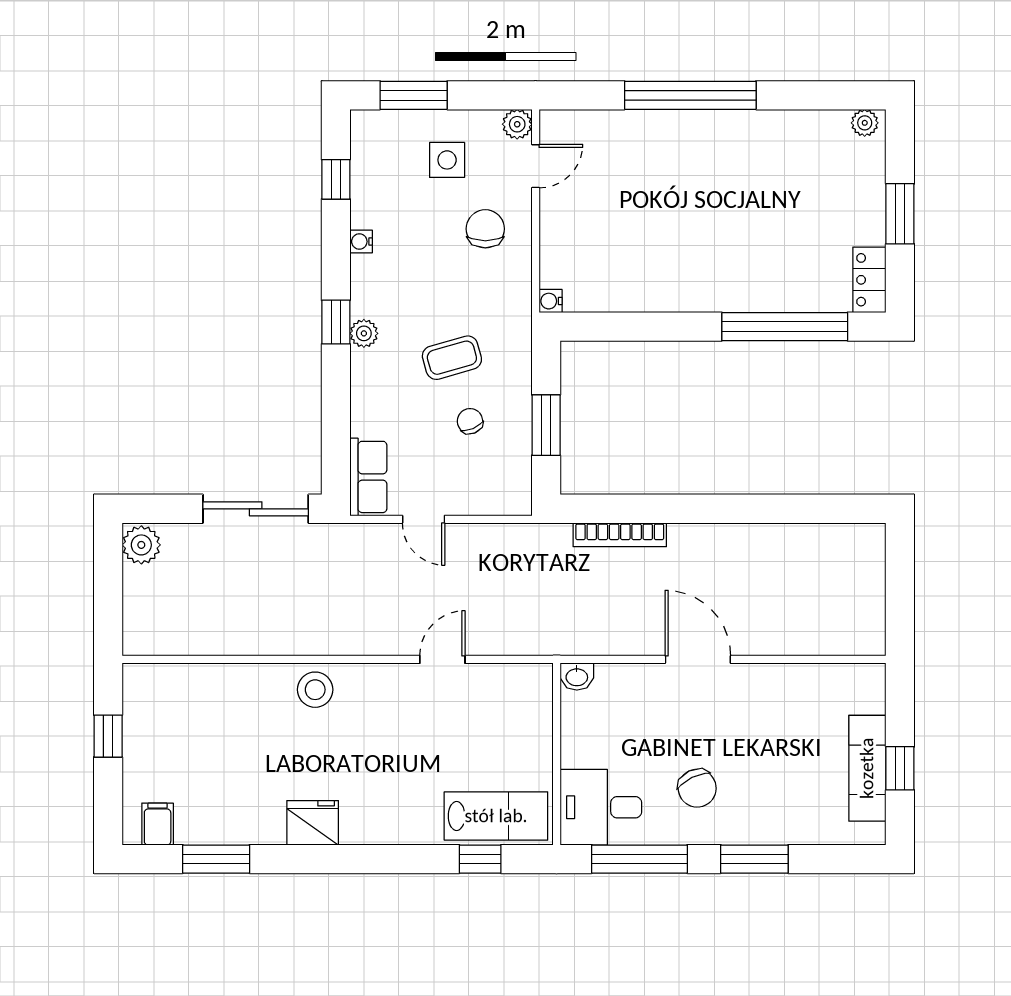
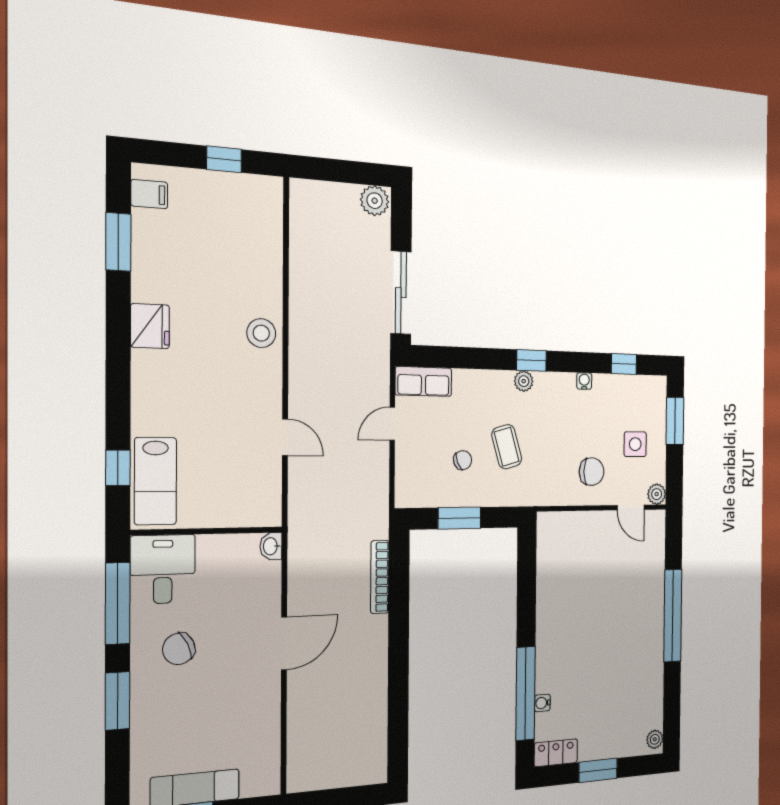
water cooler: (551, 301) -> (542, 703), moved, turned -90

